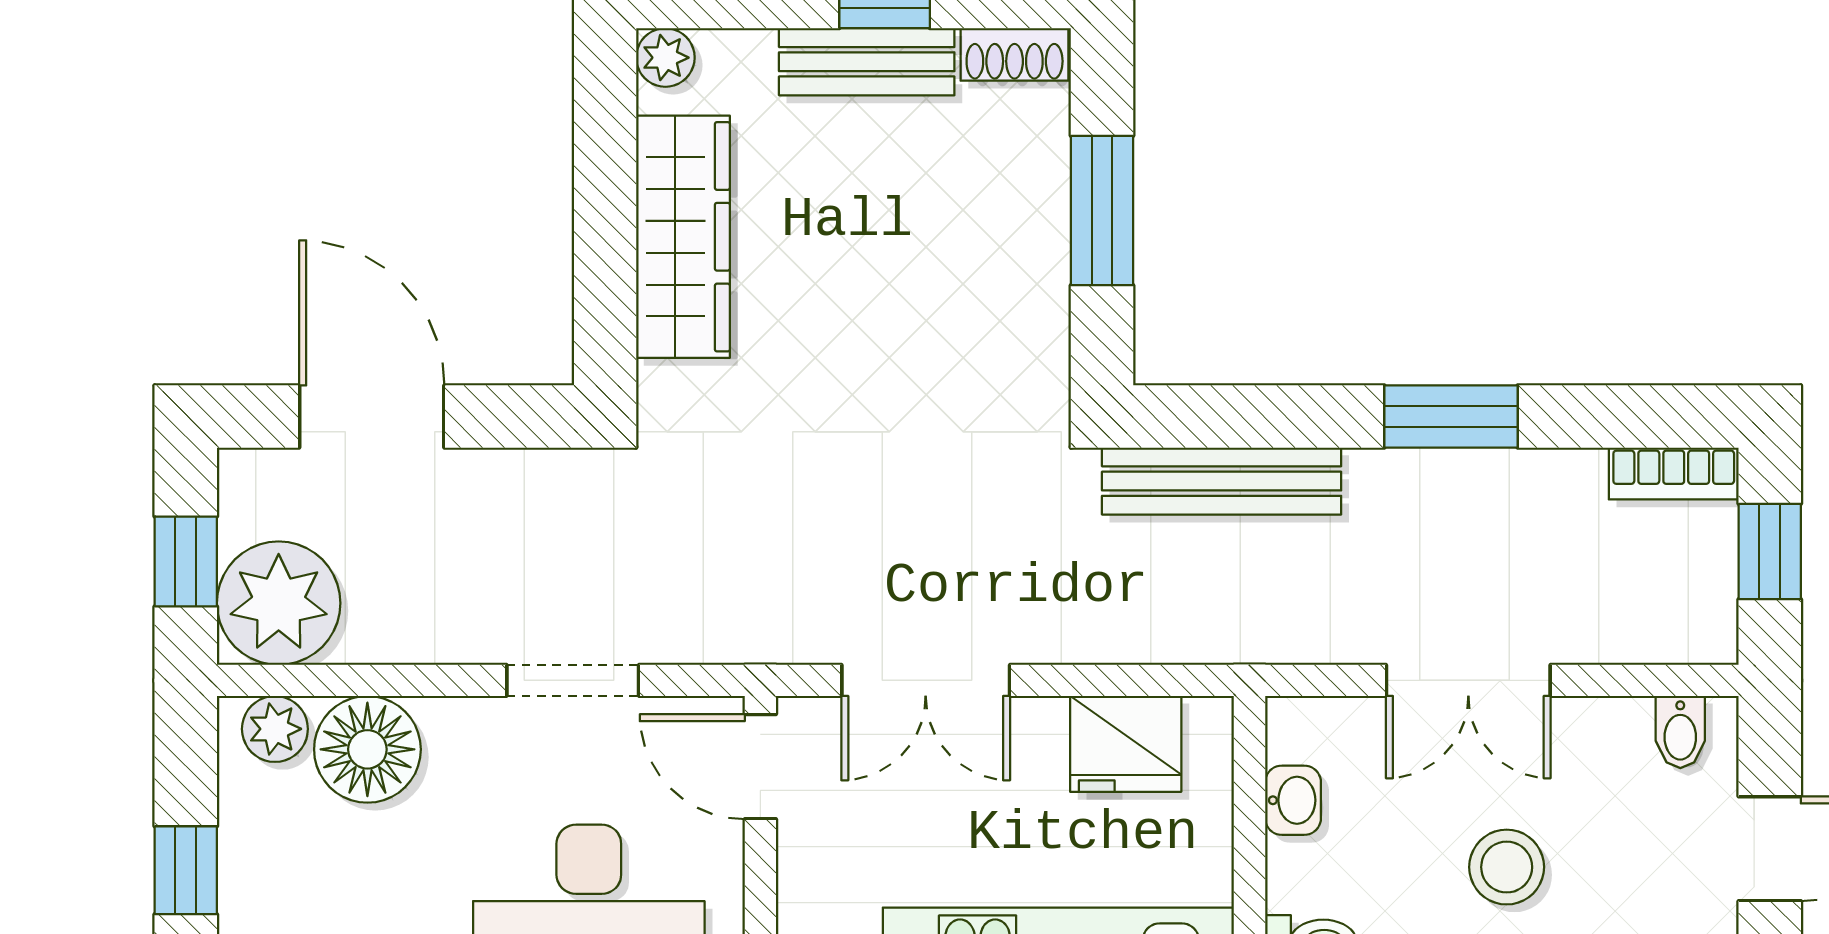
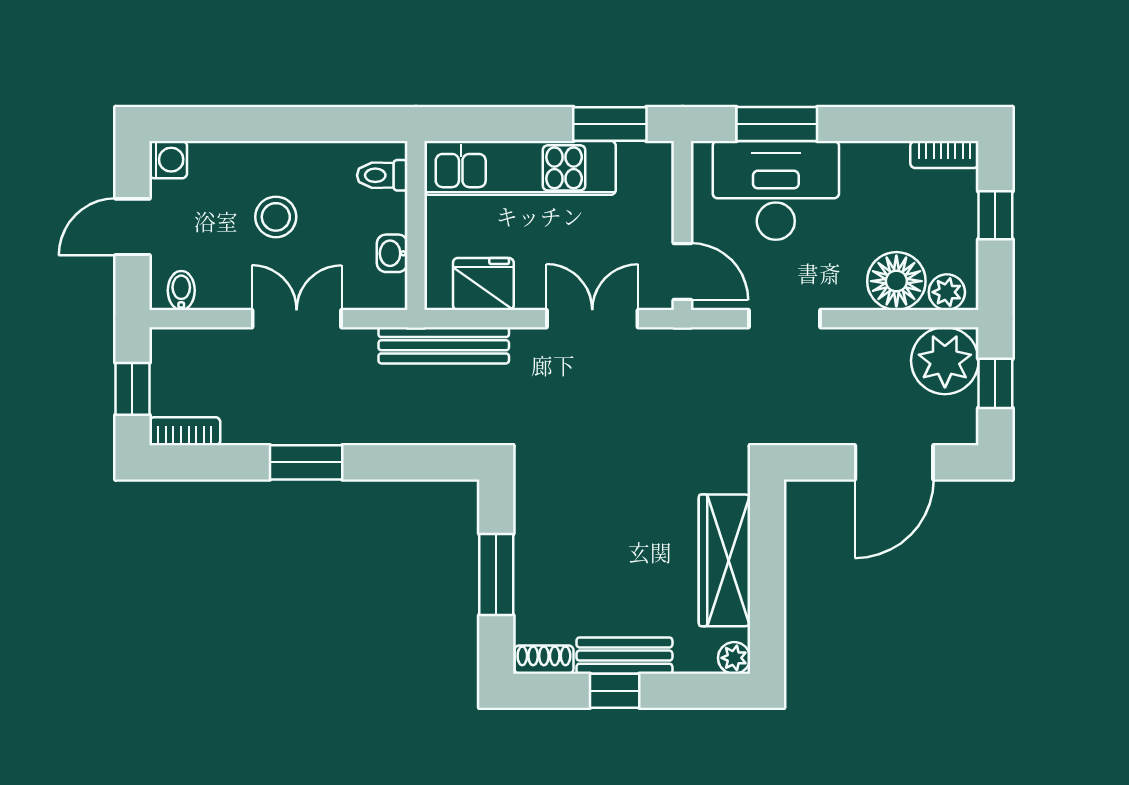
door: (372, 416) -> (894, 462), hinge flipped
bench: (1222, 481) -> (444, 345), moved

